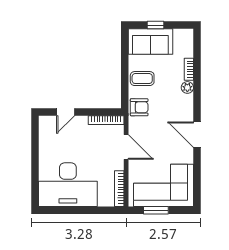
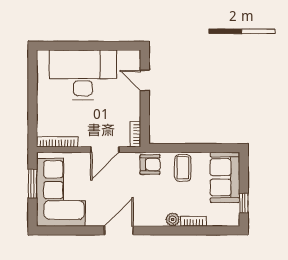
window: (155, 25) -> (244, 203), moved
armchair: (139, 107) -> (150, 164), turned -90
bookcase: (106, 120) -> (135, 134), width x0.64
desk: (68, 185) -> (83, 75), moved, turned 90

